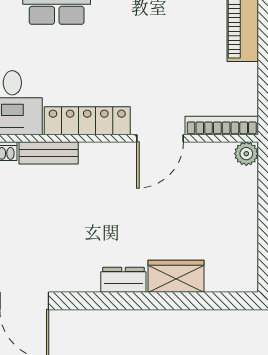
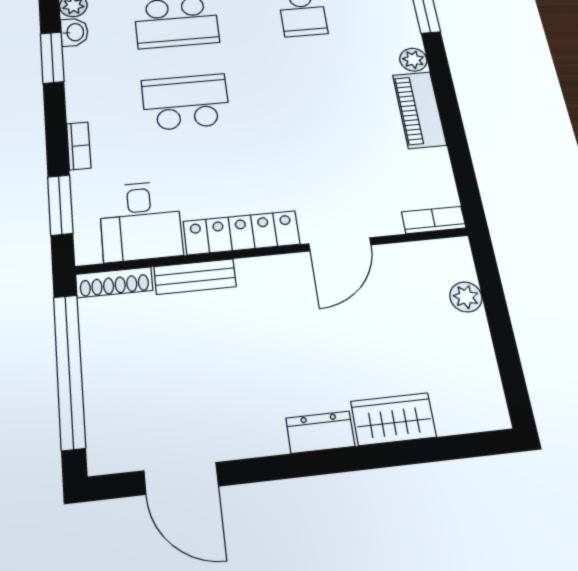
bookcase: (222, 126) -> (434, 220), width x0.64
plant: (246, 154) -> (466, 297), moved

